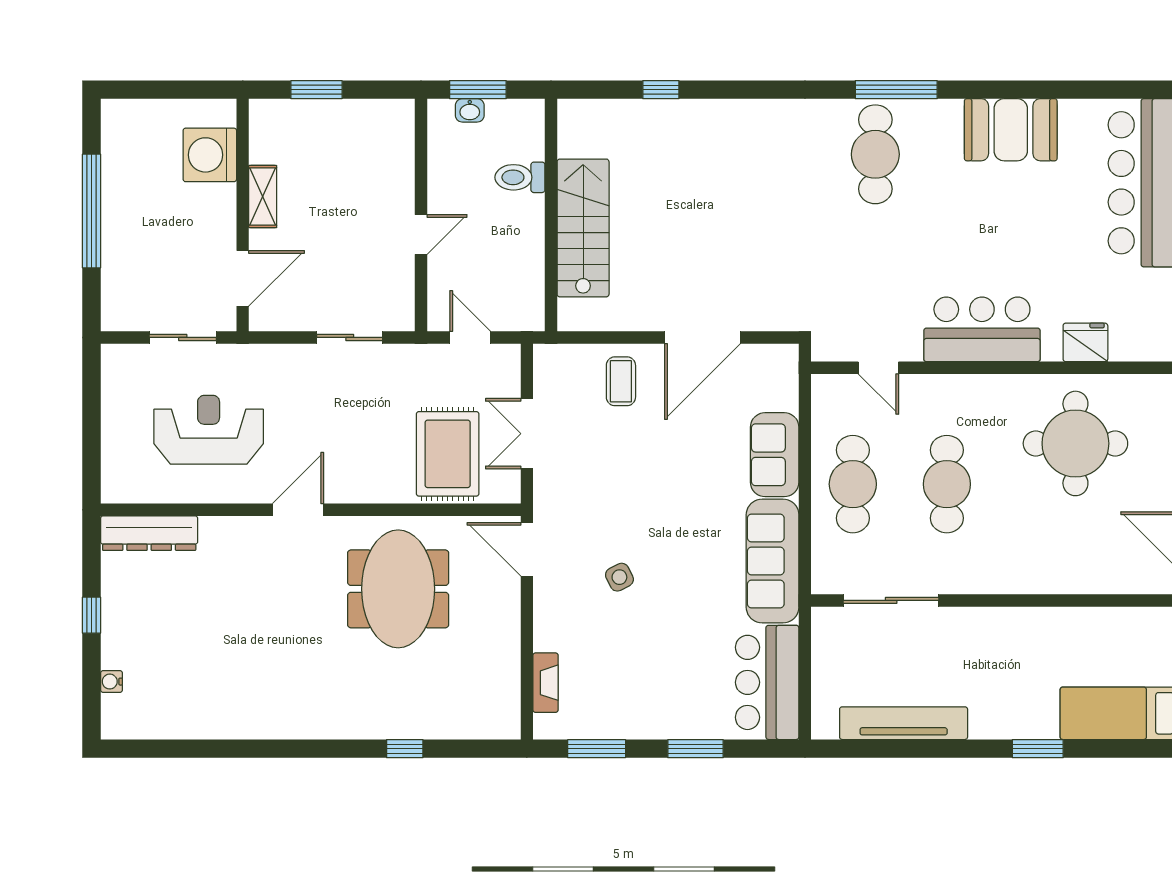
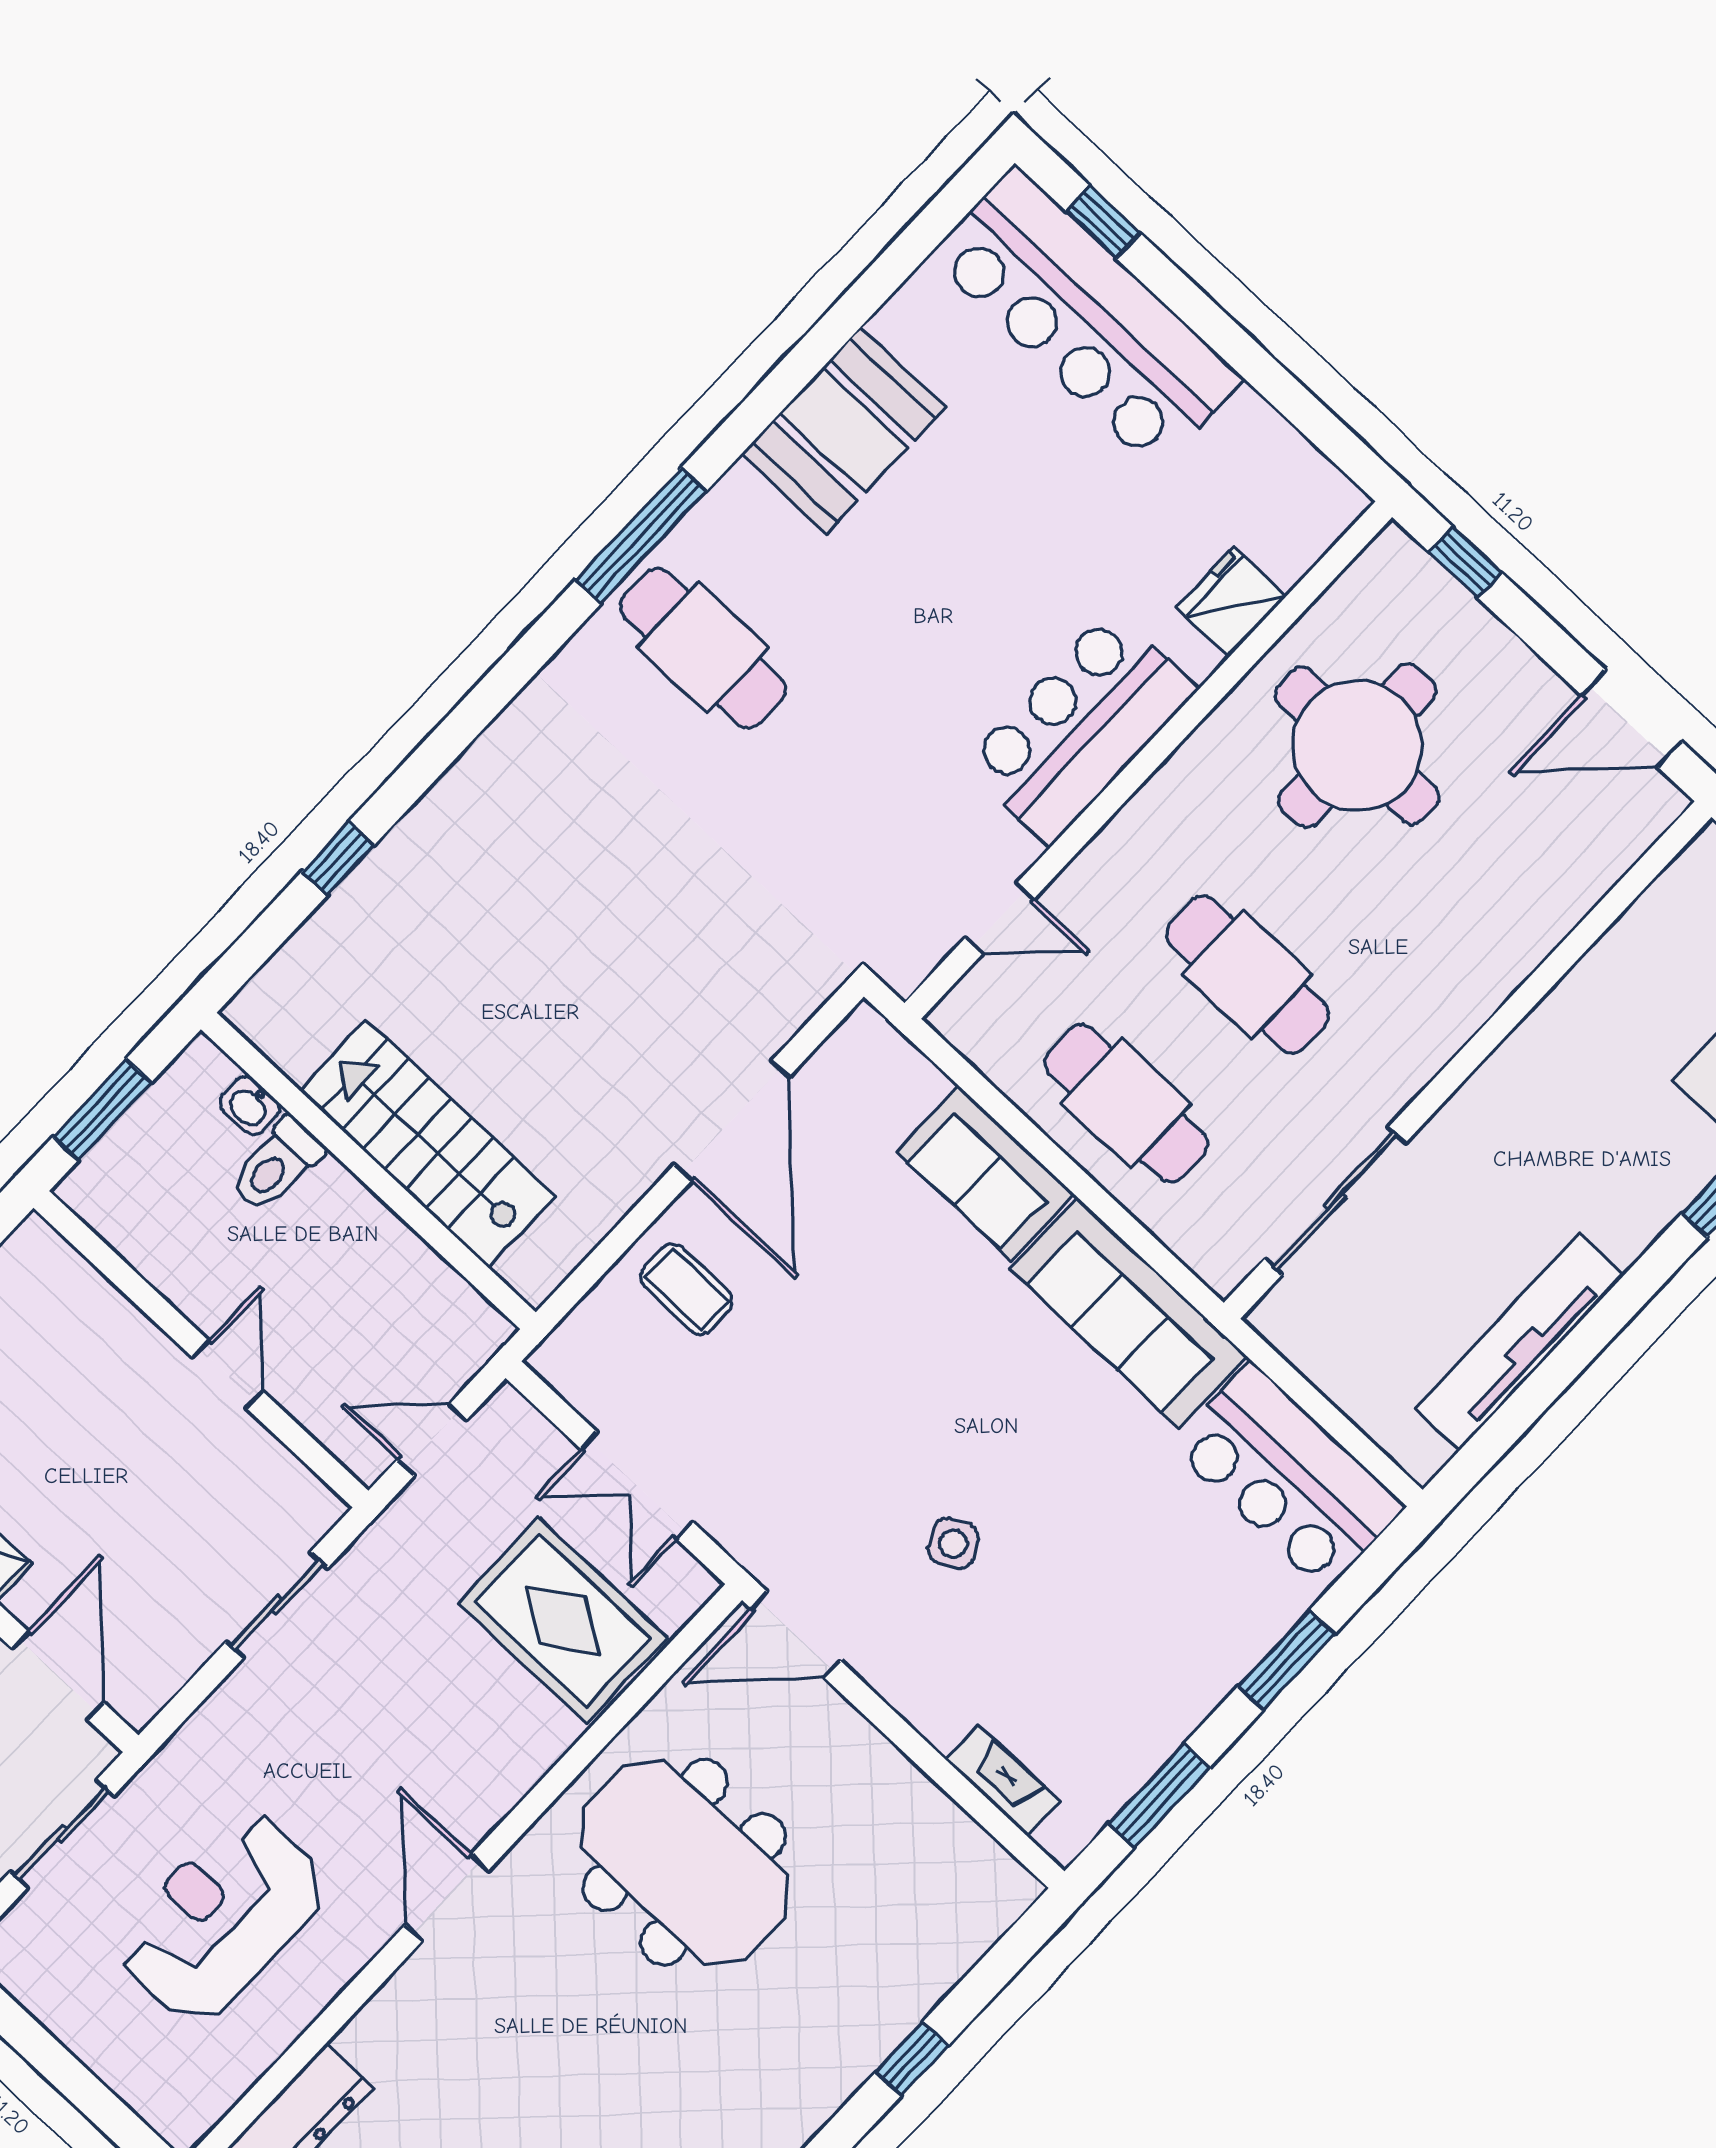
washbasin: (470, 110) -> (250, 1105), moved, turned 90

